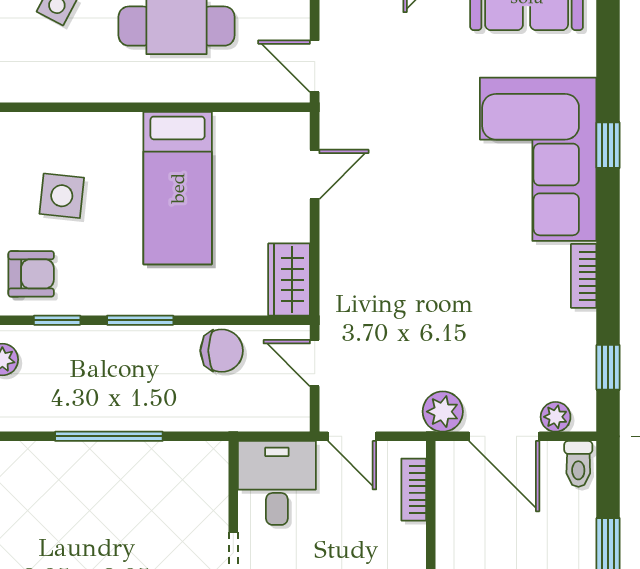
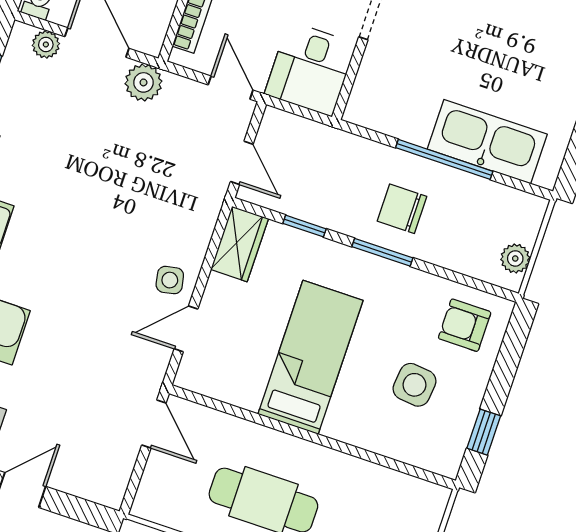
side table: (348, 219) -> (170, 280), added
window: (57, 320) -> (305, 226), moved
chair: (222, 351) -> (402, 209), moved
kitchen sink: (71, 469) -> (487, 142), added

